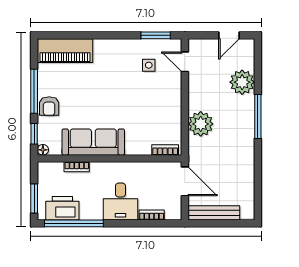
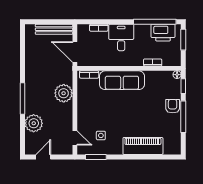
piano: (65, 51) -> (143, 146), moved
sofa: (93, 142) -> (122, 80), moved

